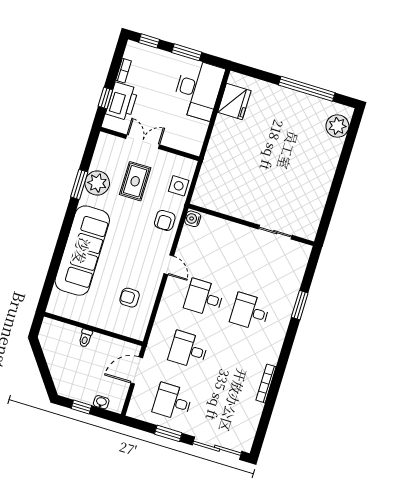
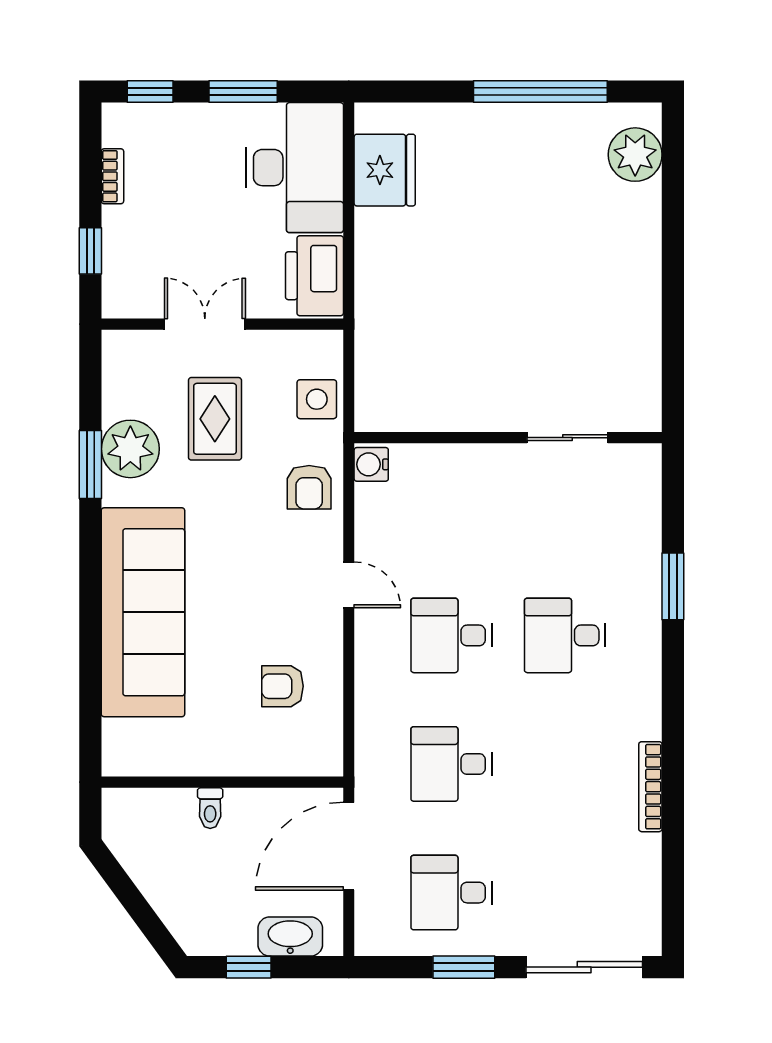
printer: (122, 101) -> (314, 276), moved, turned 180
door: (137, 370) -> (349, 846), width x1.36
washbasin: (101, 402) -> (290, 936), width x1.91, depth x1.45

